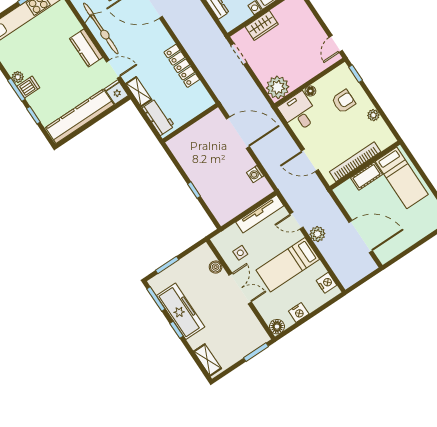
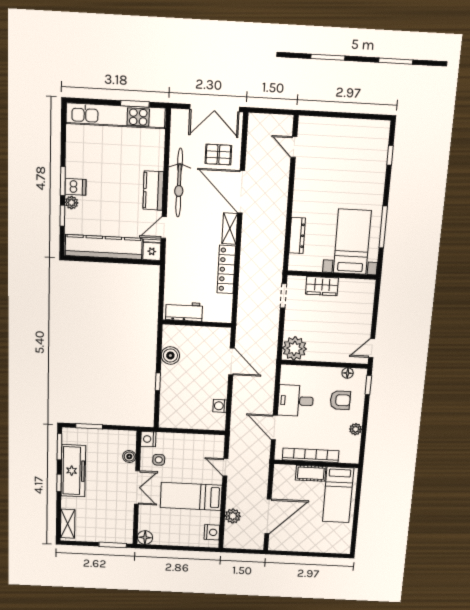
door: (113, 69) -> (164, 228), swing flipped
plant: (18, 77) -> (72, 203), moved
floor lamp: (310, 91) -> (348, 373), moved
shelving: (139, 92) -> (230, 229), moved
desk: (299, 112) -> (296, 401), moved, turned -90
workbench: (158, 117) -> (184, 311), moved, turned -90
door: (238, 133) -> (231, 361), width x0.73
boiler: (188, 162) -> (170, 355), added
tv unit: (260, 214) -> (199, 441), removed
plant: (317, 234) -> (233, 516), moved
door: (361, 237) -> (268, 516), hinge flipped
nightstand: (299, 312) -> (148, 439), moved, turned 90

